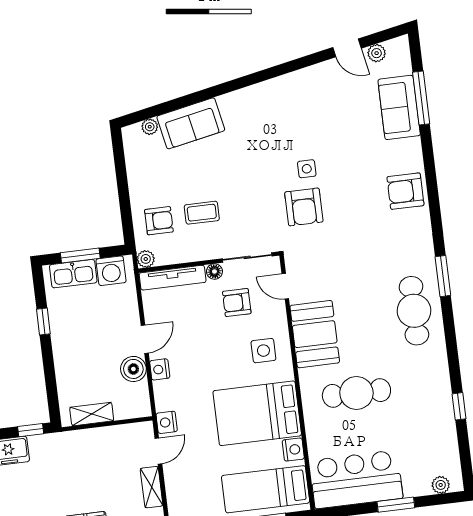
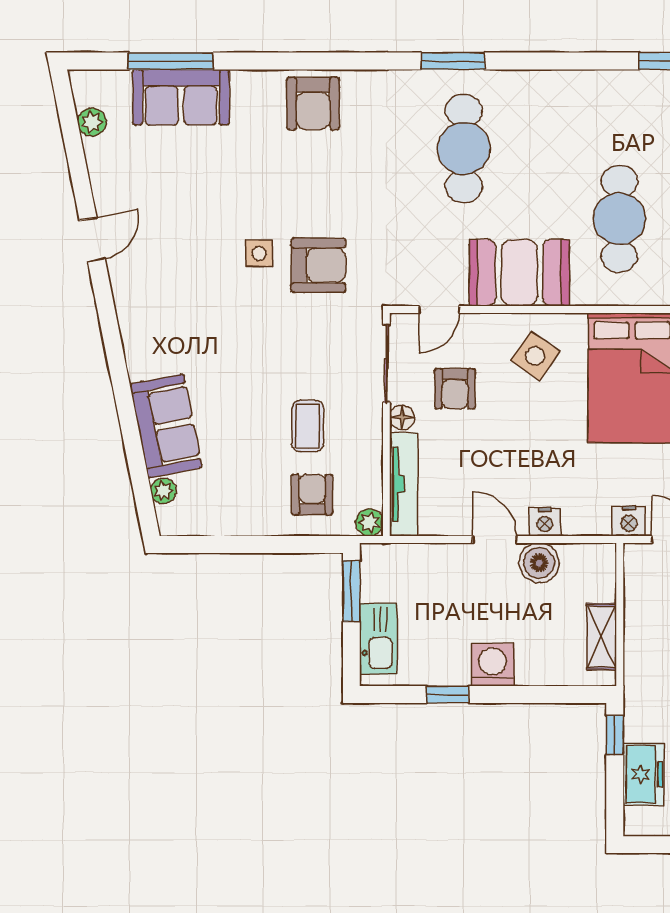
door: (347, 48) -> (92, 240), moved
window: (80, 256) -> (351, 591), moved
washing machine: (111, 271) -> (493, 665), moved, turned -90
cafe table: (414, 311) -> (464, 149), moved, turned 90
side table: (263, 351) -> (535, 356), turned 35

